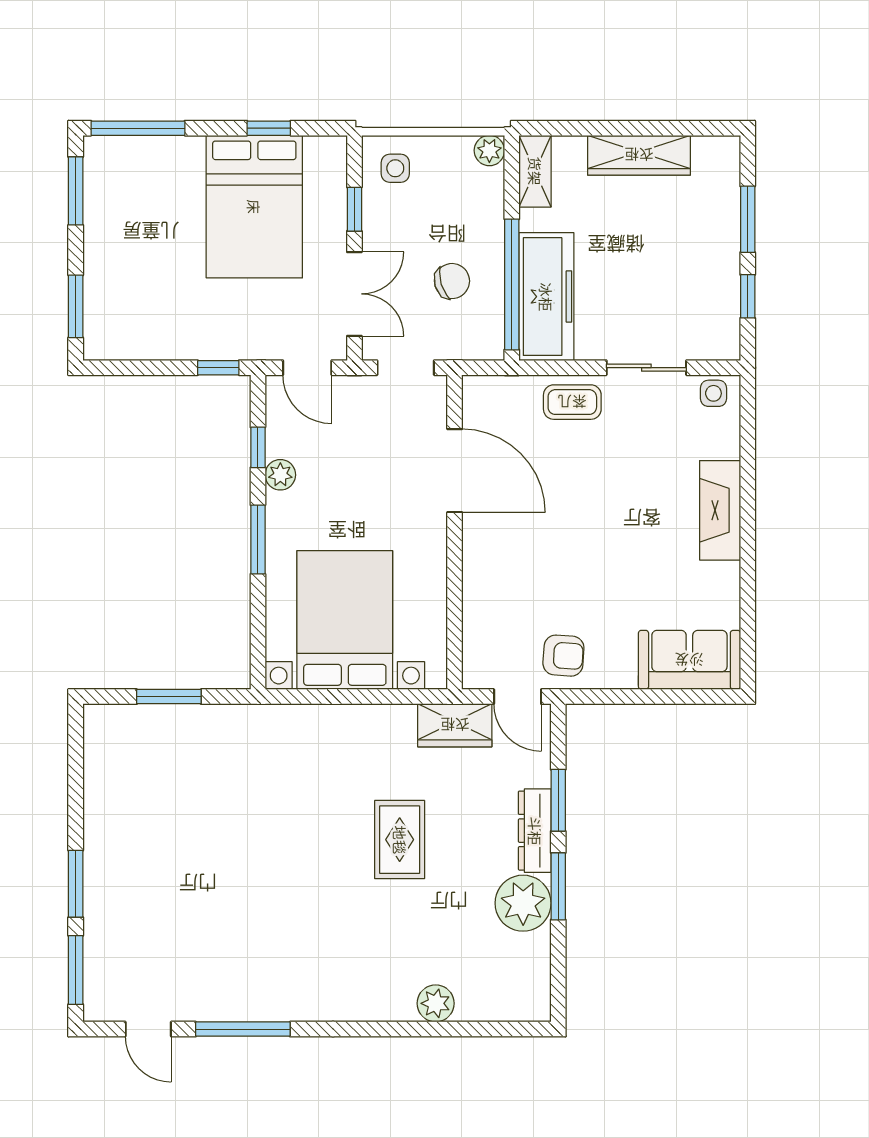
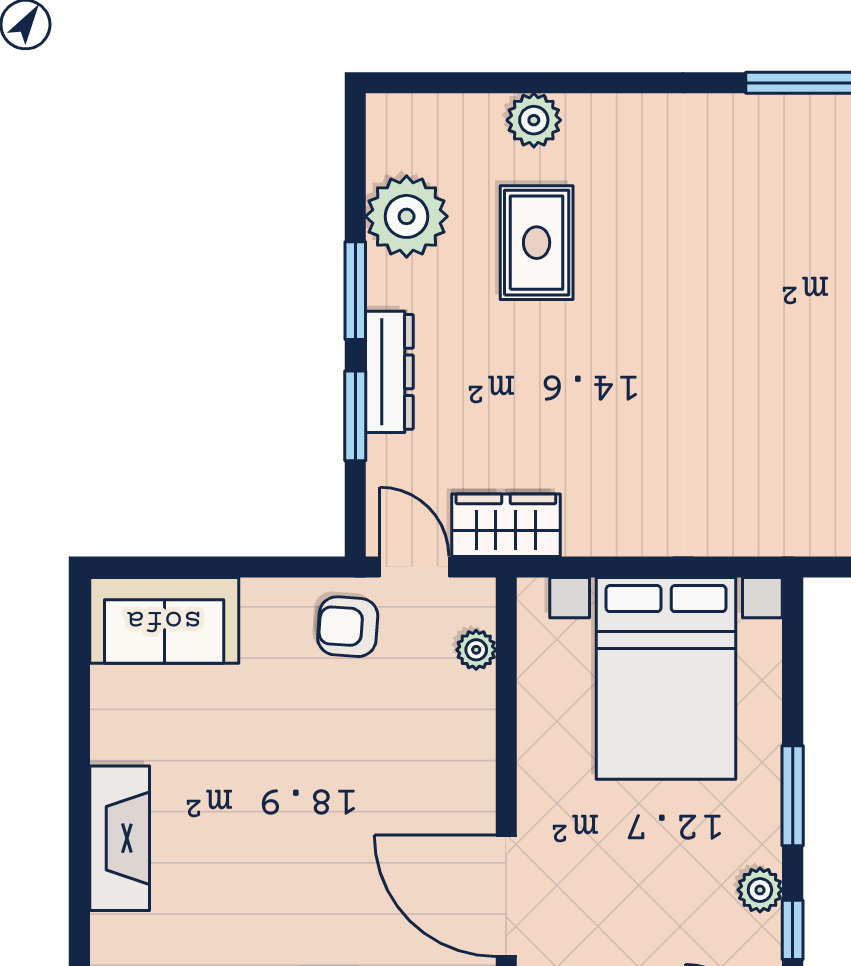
plant: (475, 640) -> (476, 650), added
rug: (400, 840) -> (537, 243), moved
plant: (523, 903) -> (407, 216), moved

